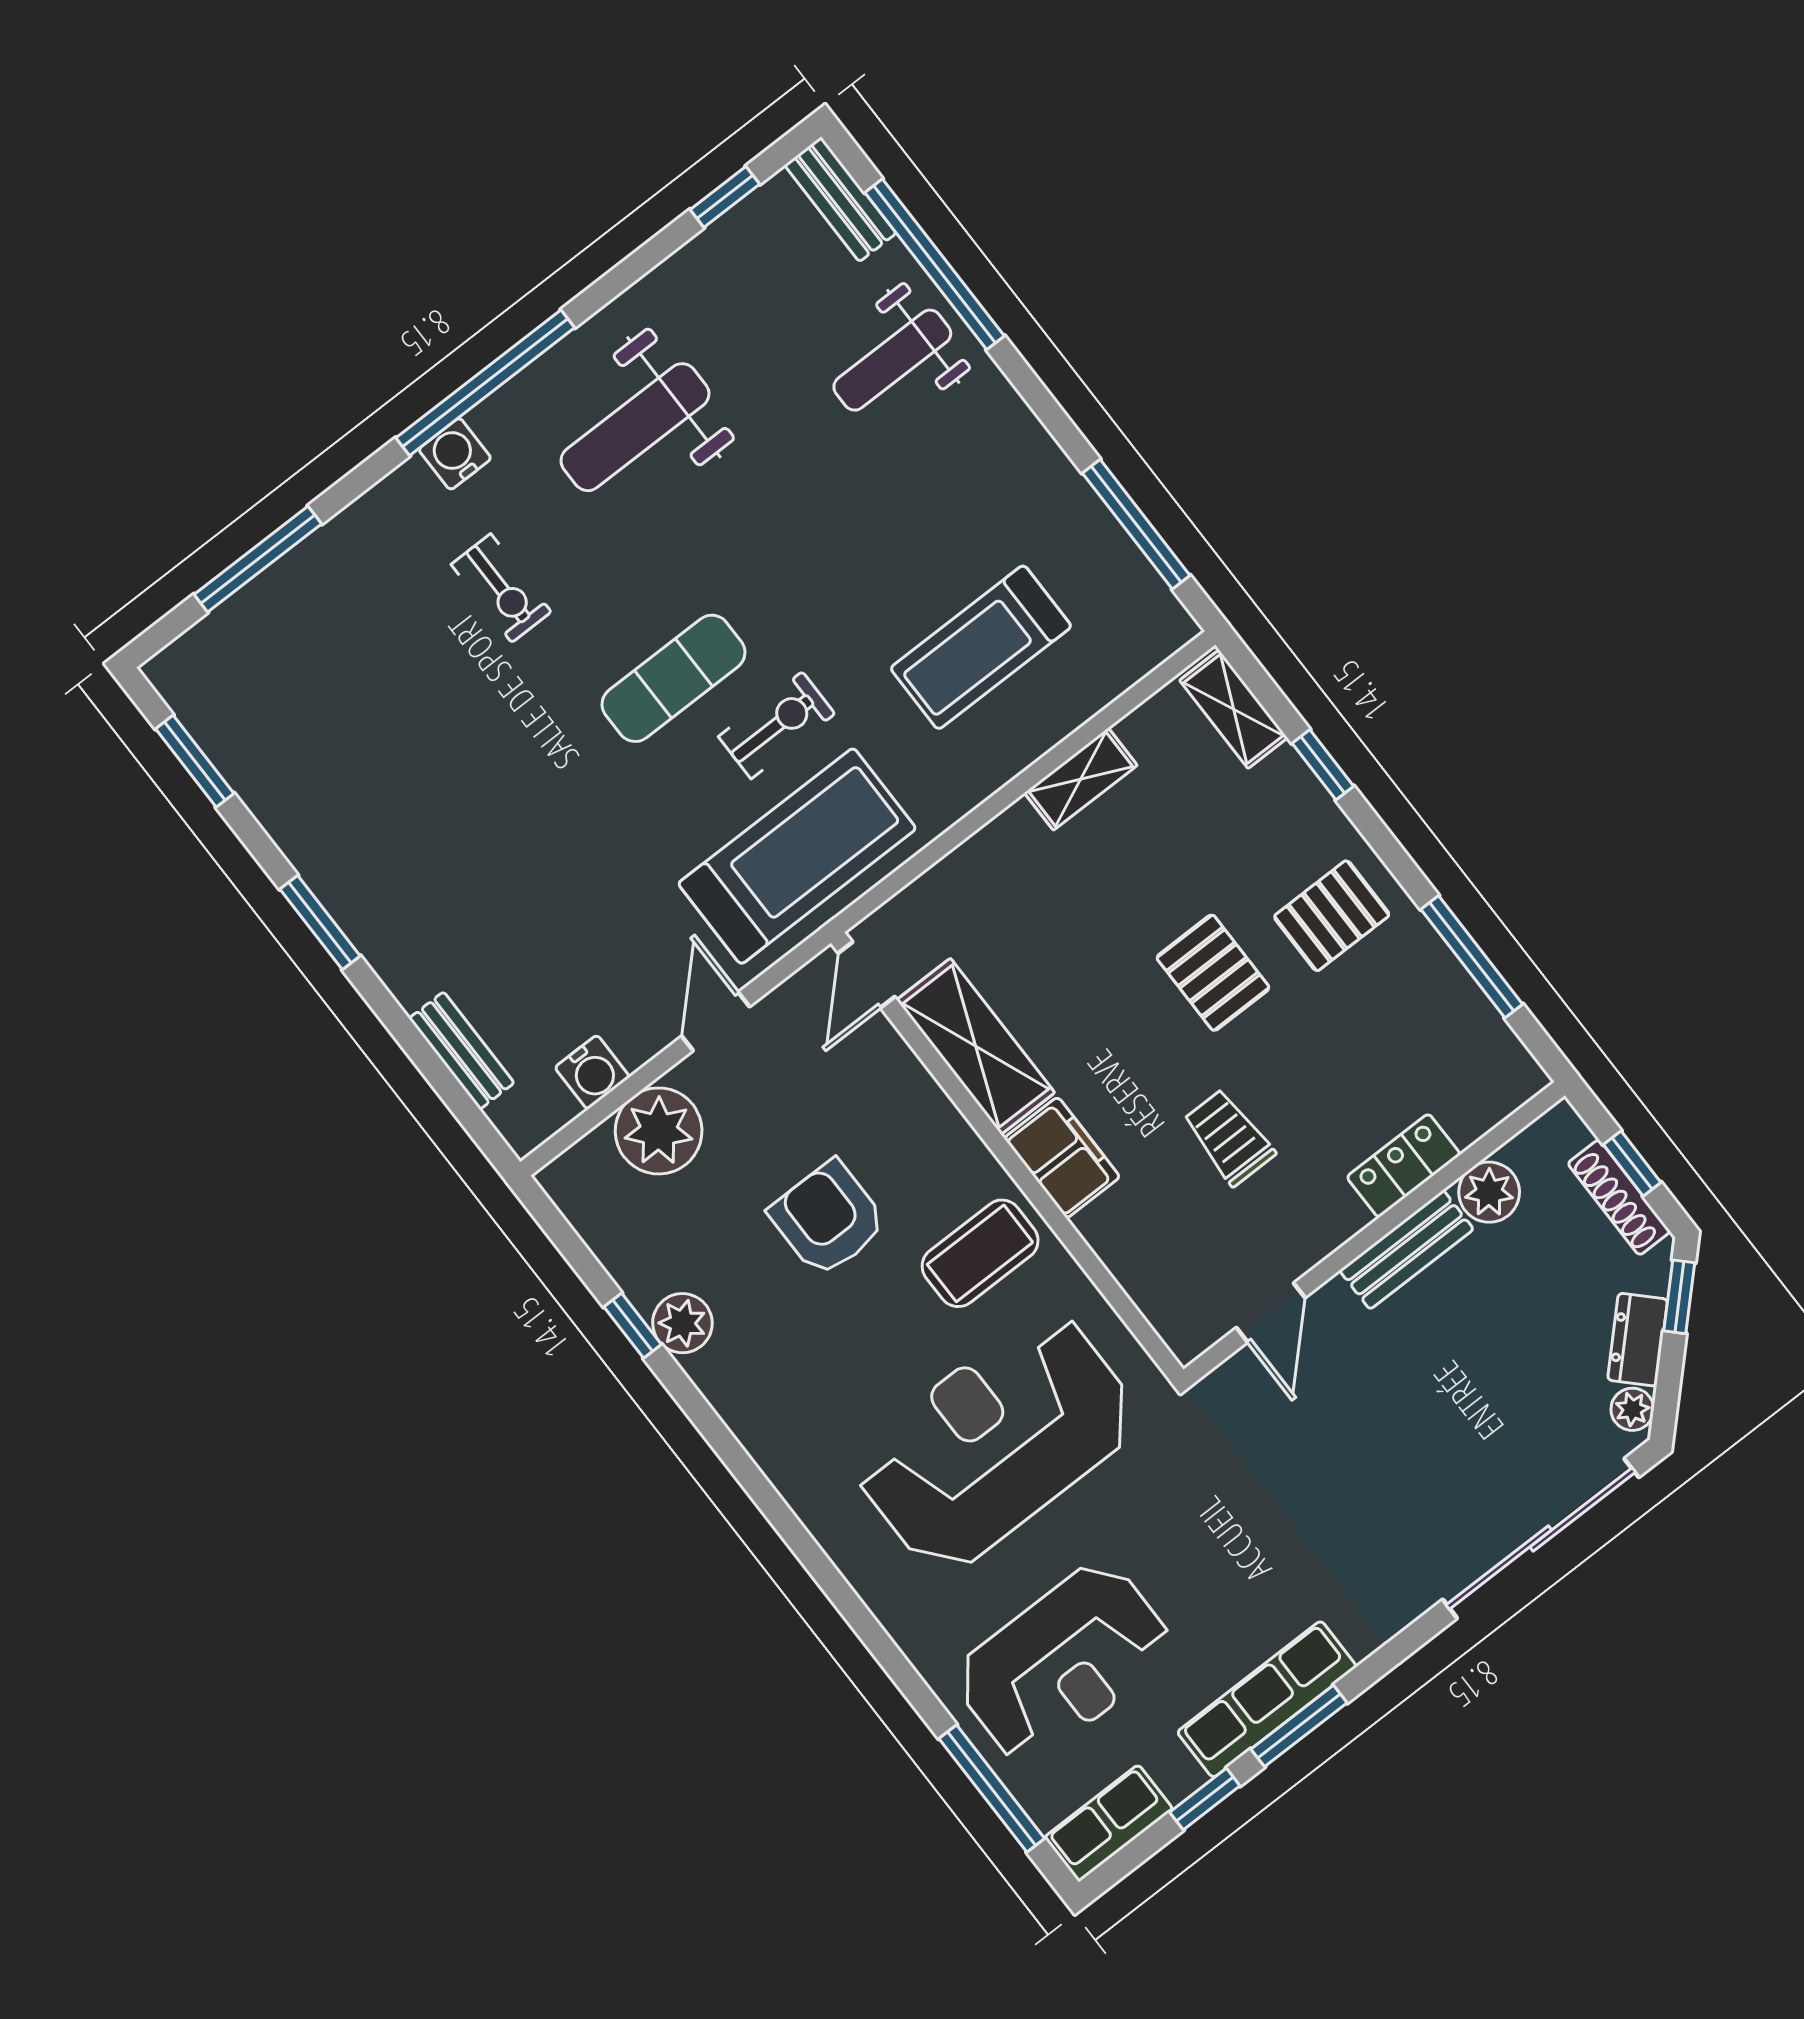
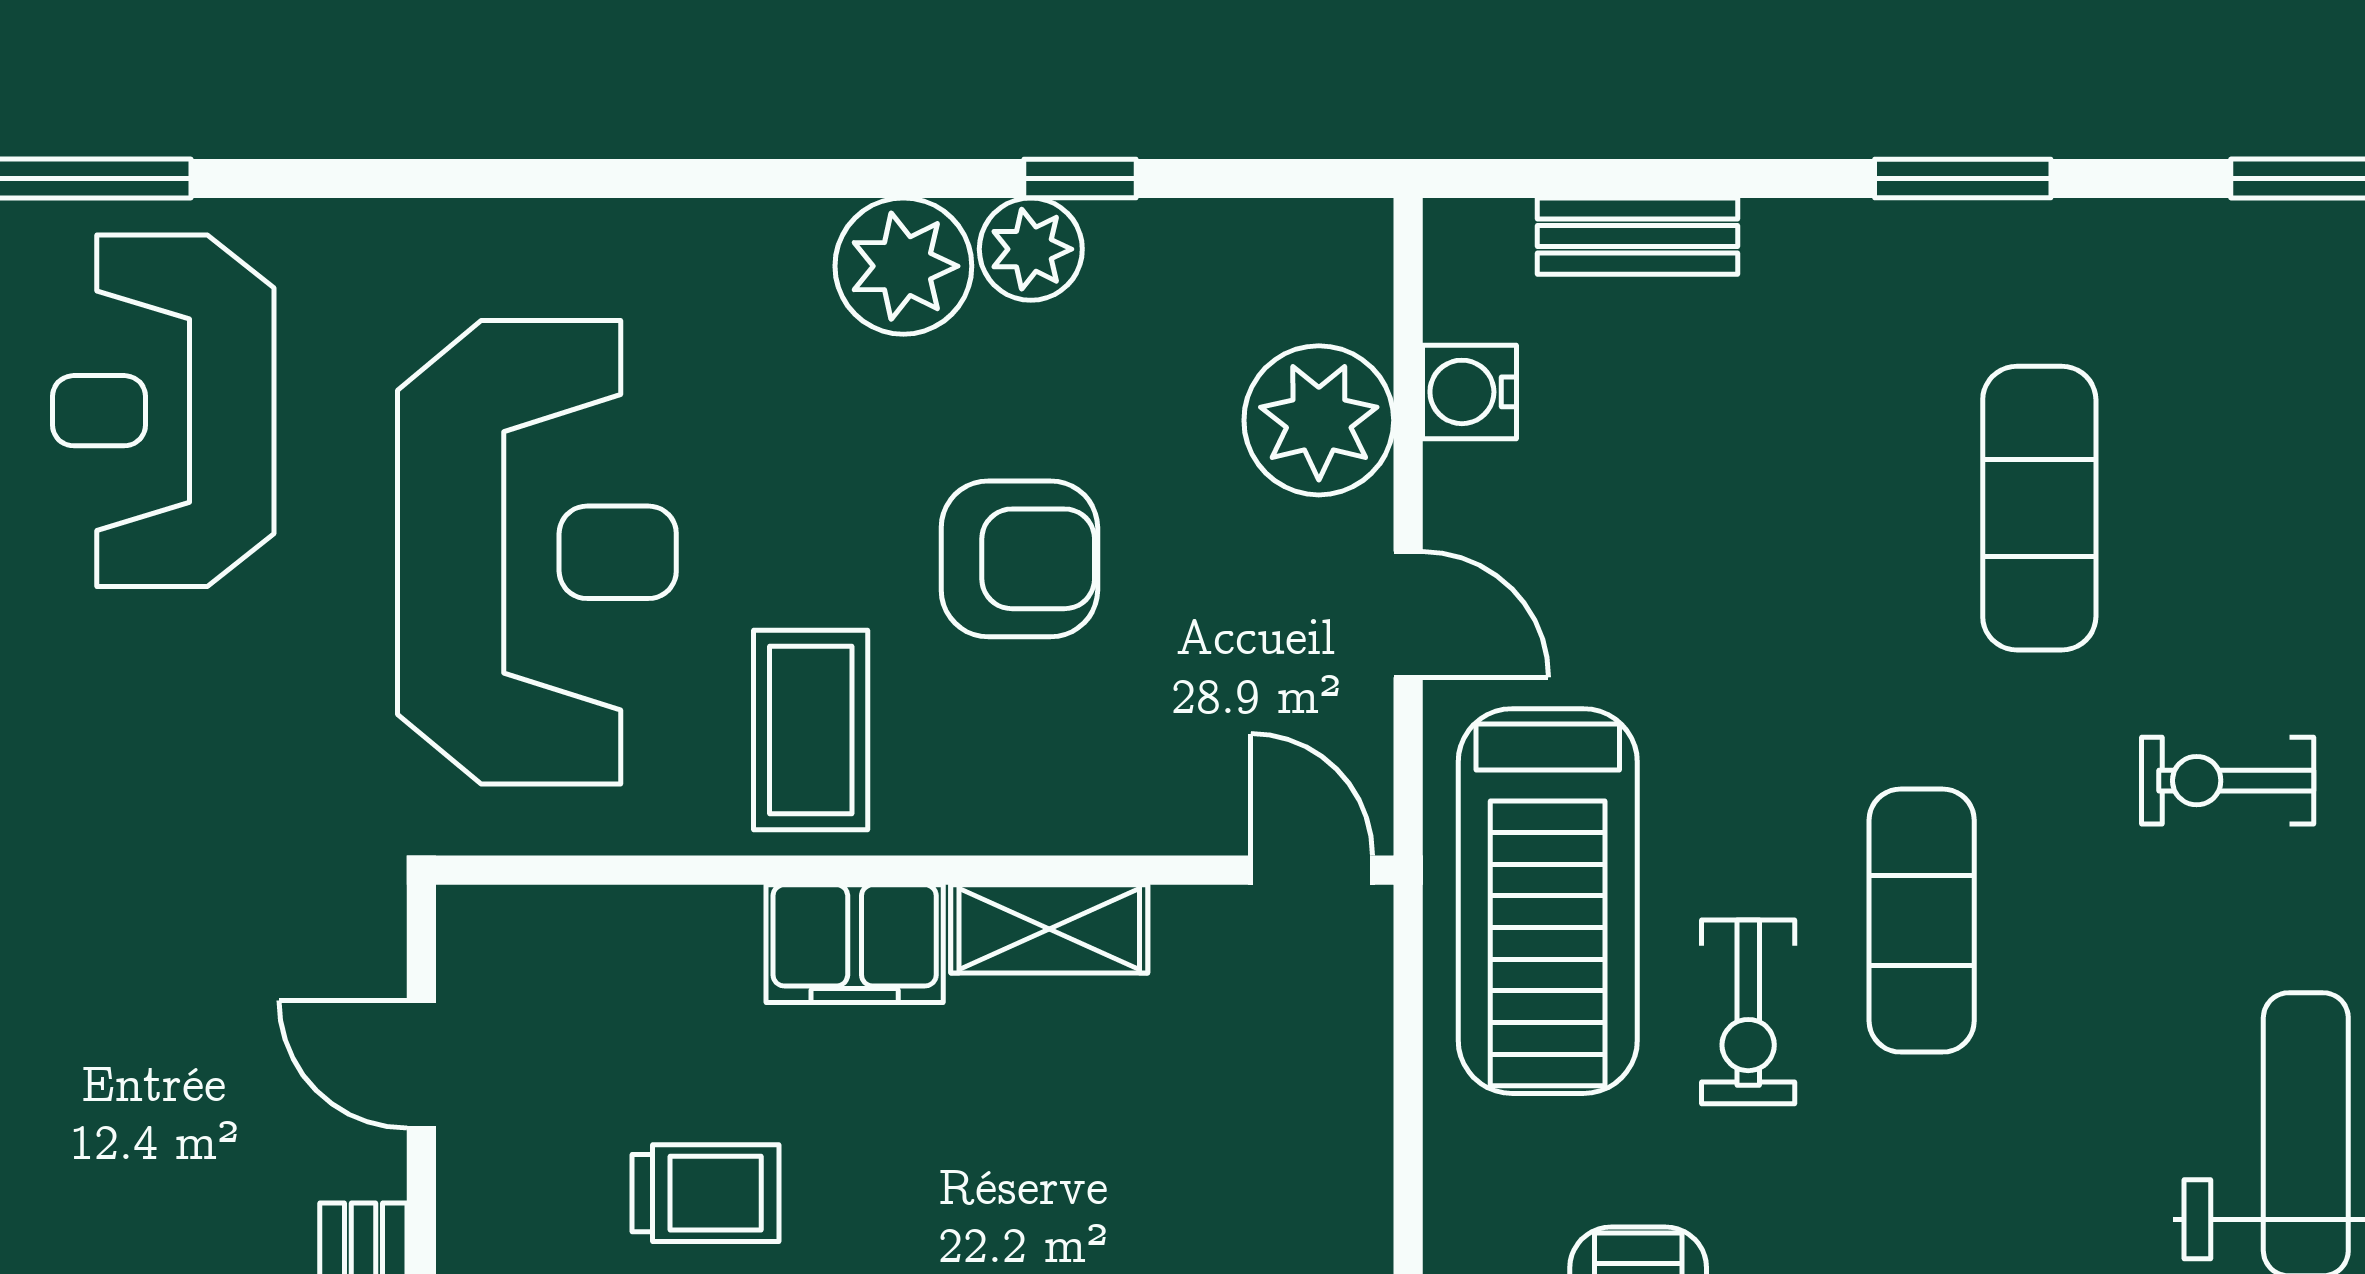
exercise mat: (443, 771) -> (2039, 508), added
shelving: (976, 1046) -> (1049, 929), width x0.67, depth x0.75
plant: (735, 1375) -> (903, 266), added

